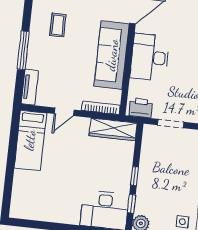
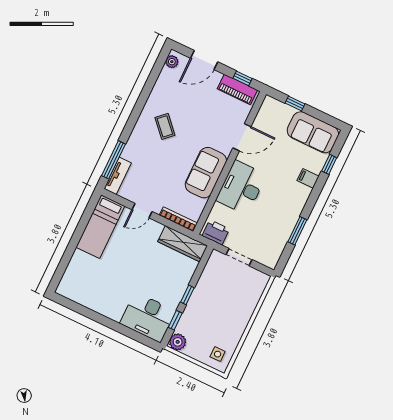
coffee table: (58, 25) -> (165, 126), turned -43
window: (23, 50) -> (114, 160), moved
sofa: (112, 55) -> (206, 173), width x0.73

